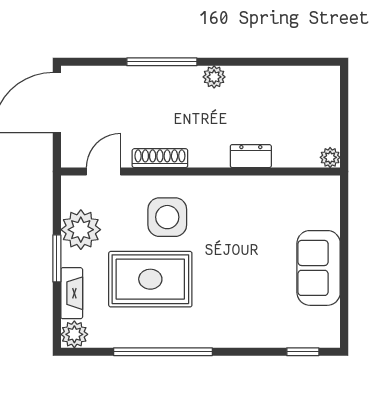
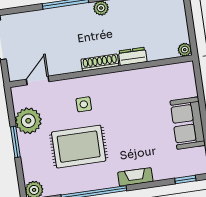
shoe rack: (160, 158) -> (100, 63), moved
side table: (167, 217) -> (84, 104), width x0.54, depth x0.54
fireplace: (72, 293) -> (135, 177), moved, turned -90

